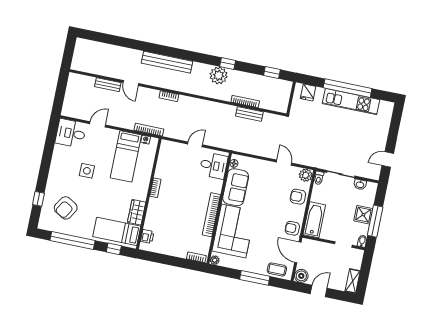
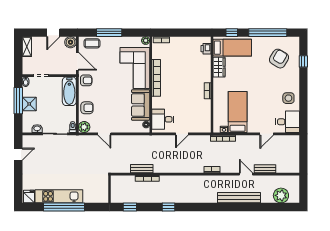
bench: (167, 62) -> (239, 198), moved
plant: (219, 75) -> (281, 195), moved
fridge: (308, 92) -> (29, 197), moved
side table: (87, 171) -> (288, 98), moved

